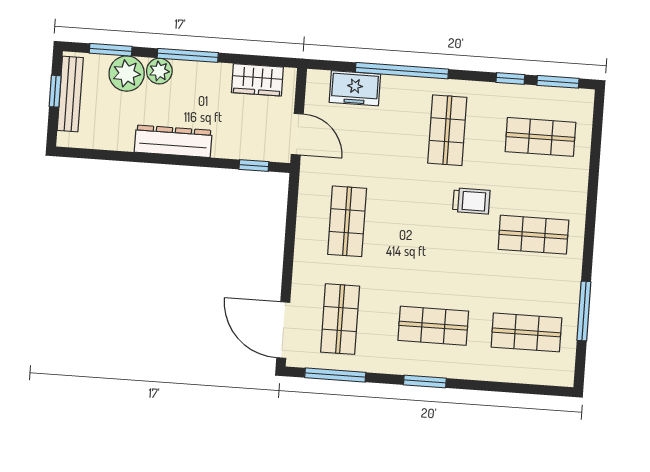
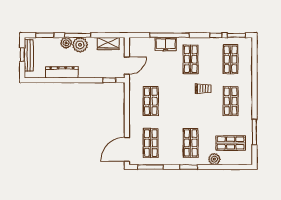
plant: (127, 74) -> (80, 45), moved
freezer: (355, 88) -> (166, 44), moved
door: (297, 134) -> (127, 66), hinge flipped
shop shelf: (540, 137) -> (231, 59), turned 90
dresser: (173, 141) -> (62, 72), moved
shop shelf: (533, 235) -> (231, 101), turned 90
shop shelf: (433, 326) -> (191, 143), turned 90
door: (283, 330) -> (127, 149), hinge flipped
plant: (486, 367) -> (214, 159), added

